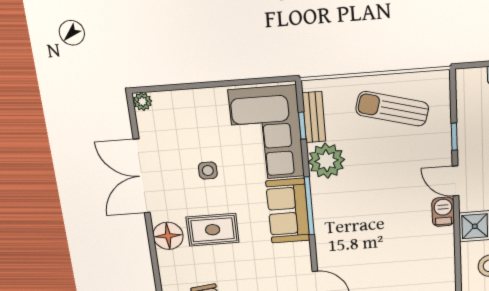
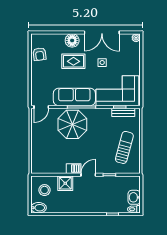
plant: (326, 161) -> (103, 116), removed
double door: (142, 176) -> (102, 33), swing flipped
sofa: (288, 211) -> (74, 97), width x1.36
parasol: (348, 222) -> (72, 124), added
rug: (213, 230) -> (73, 61), turned 90

